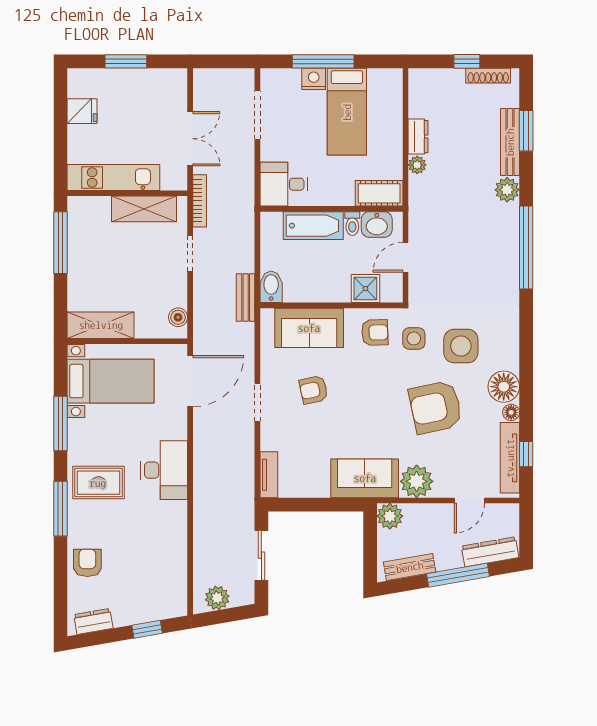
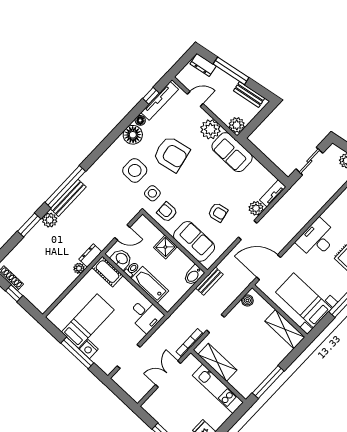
window: (526, 131) -> (29, 225), moved
dresser: (418, 137) -> (90, 255), moved
bench: (510, 142) -> (68, 198), moved
shower: (365, 289) -> (165, 247), moved
plant: (272, 438) -> (256, 208), added
dresser: (490, 552) -> (203, 65), width x0.70

